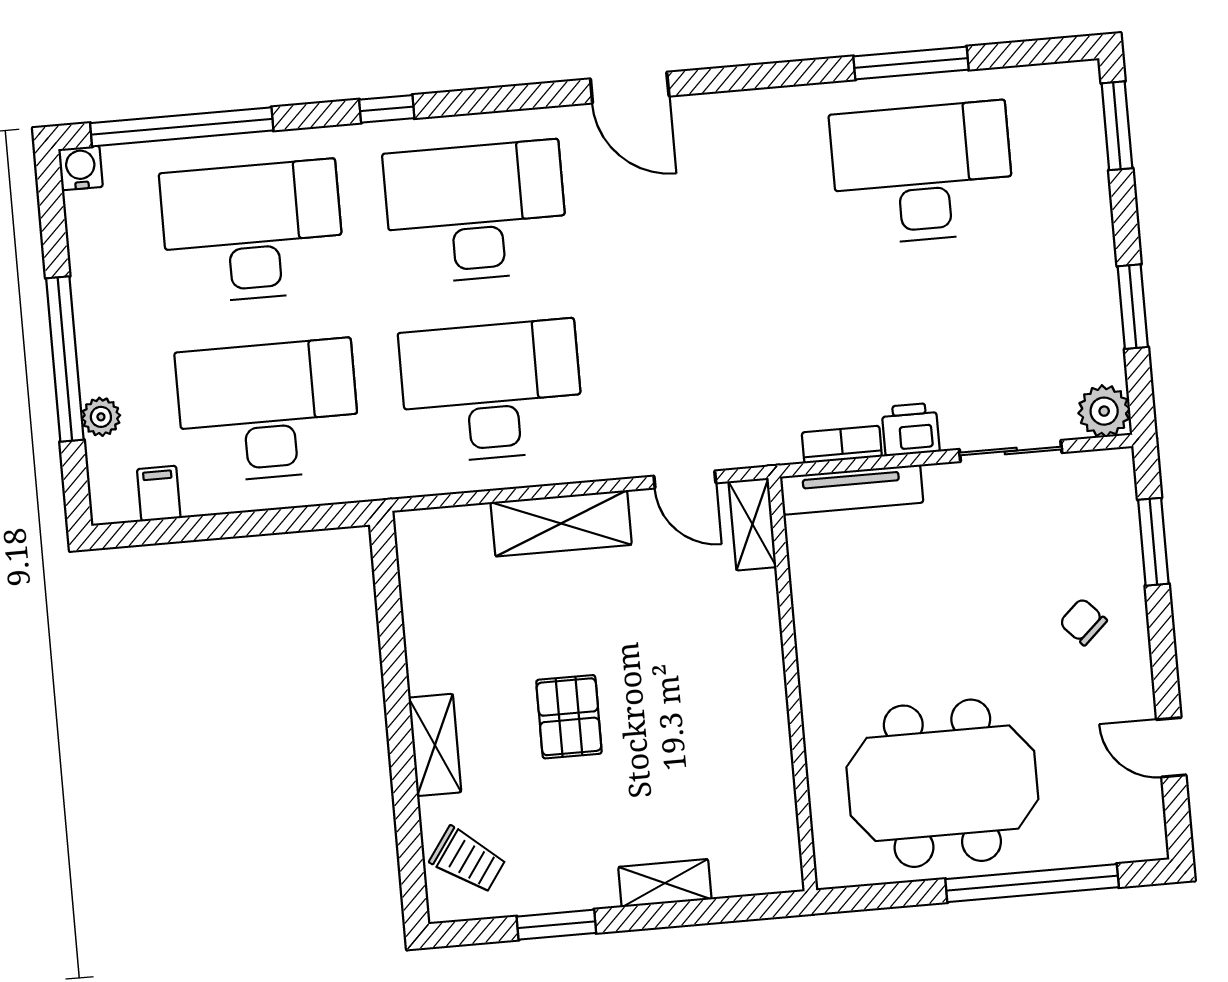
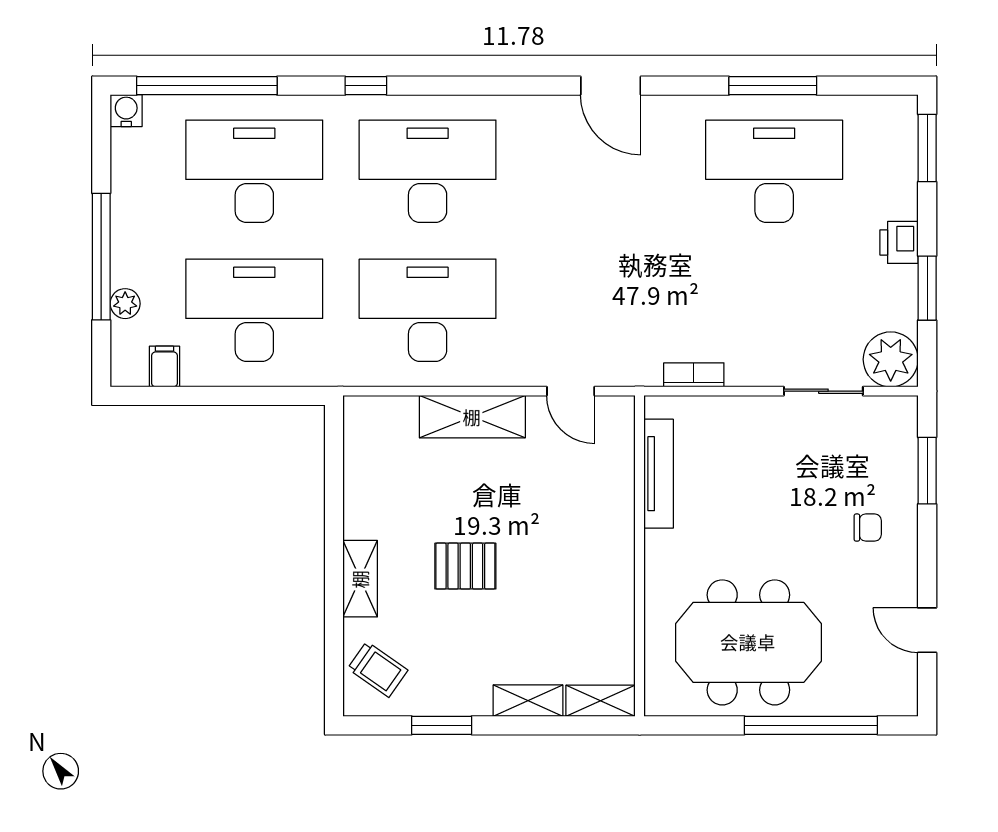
door: (630, 88) -> (611, 86), moved
plant: (1104, 411) -> (891, 359), width x1.36, depth x1.36
printer: (911, 429) -> (899, 242), moved, turned -90
tv unit: (852, 490) -> (659, 474), moved, turned -90
shelving: (752, 524) -> (601, 701), moved, turned 90
chair: (1083, 622) -> (868, 528), turned 133
pallet: (569, 717) -> (465, 566), turned 90

